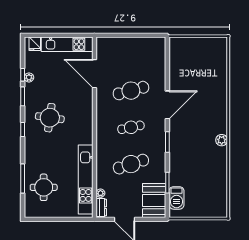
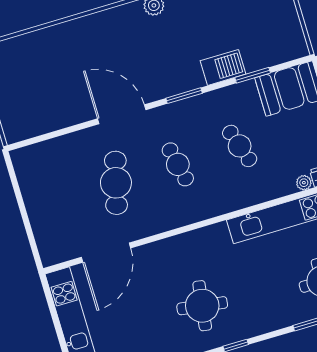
cafe table: (131, 91) -> (116, 183), turned 30
cafe table: (131, 164) -> (240, 146), width x0.73, depth x0.74
barbecue: (176, 198) -> (223, 67), moved

